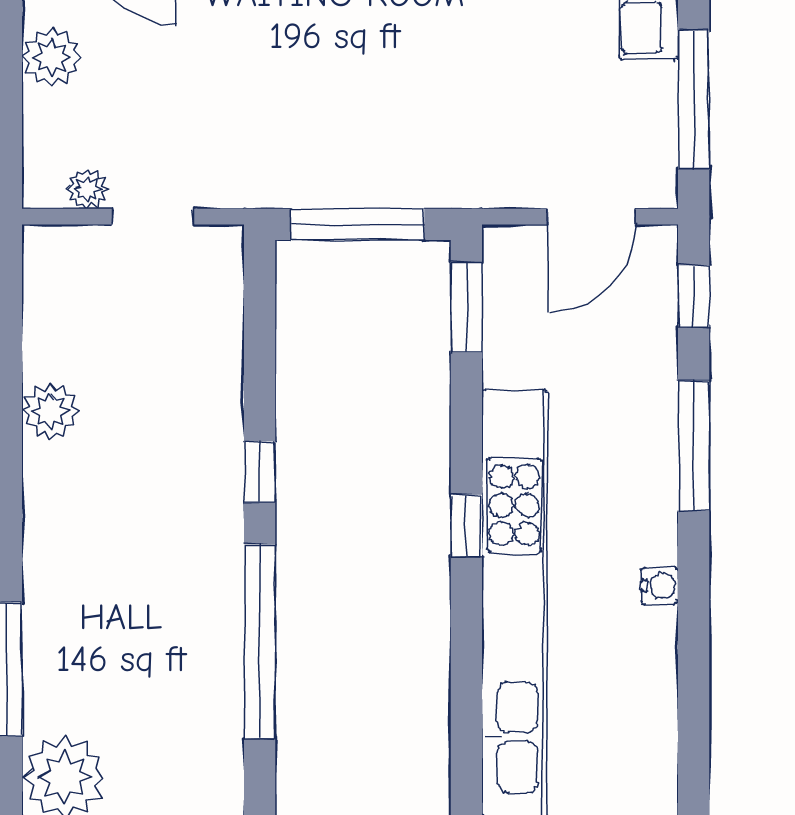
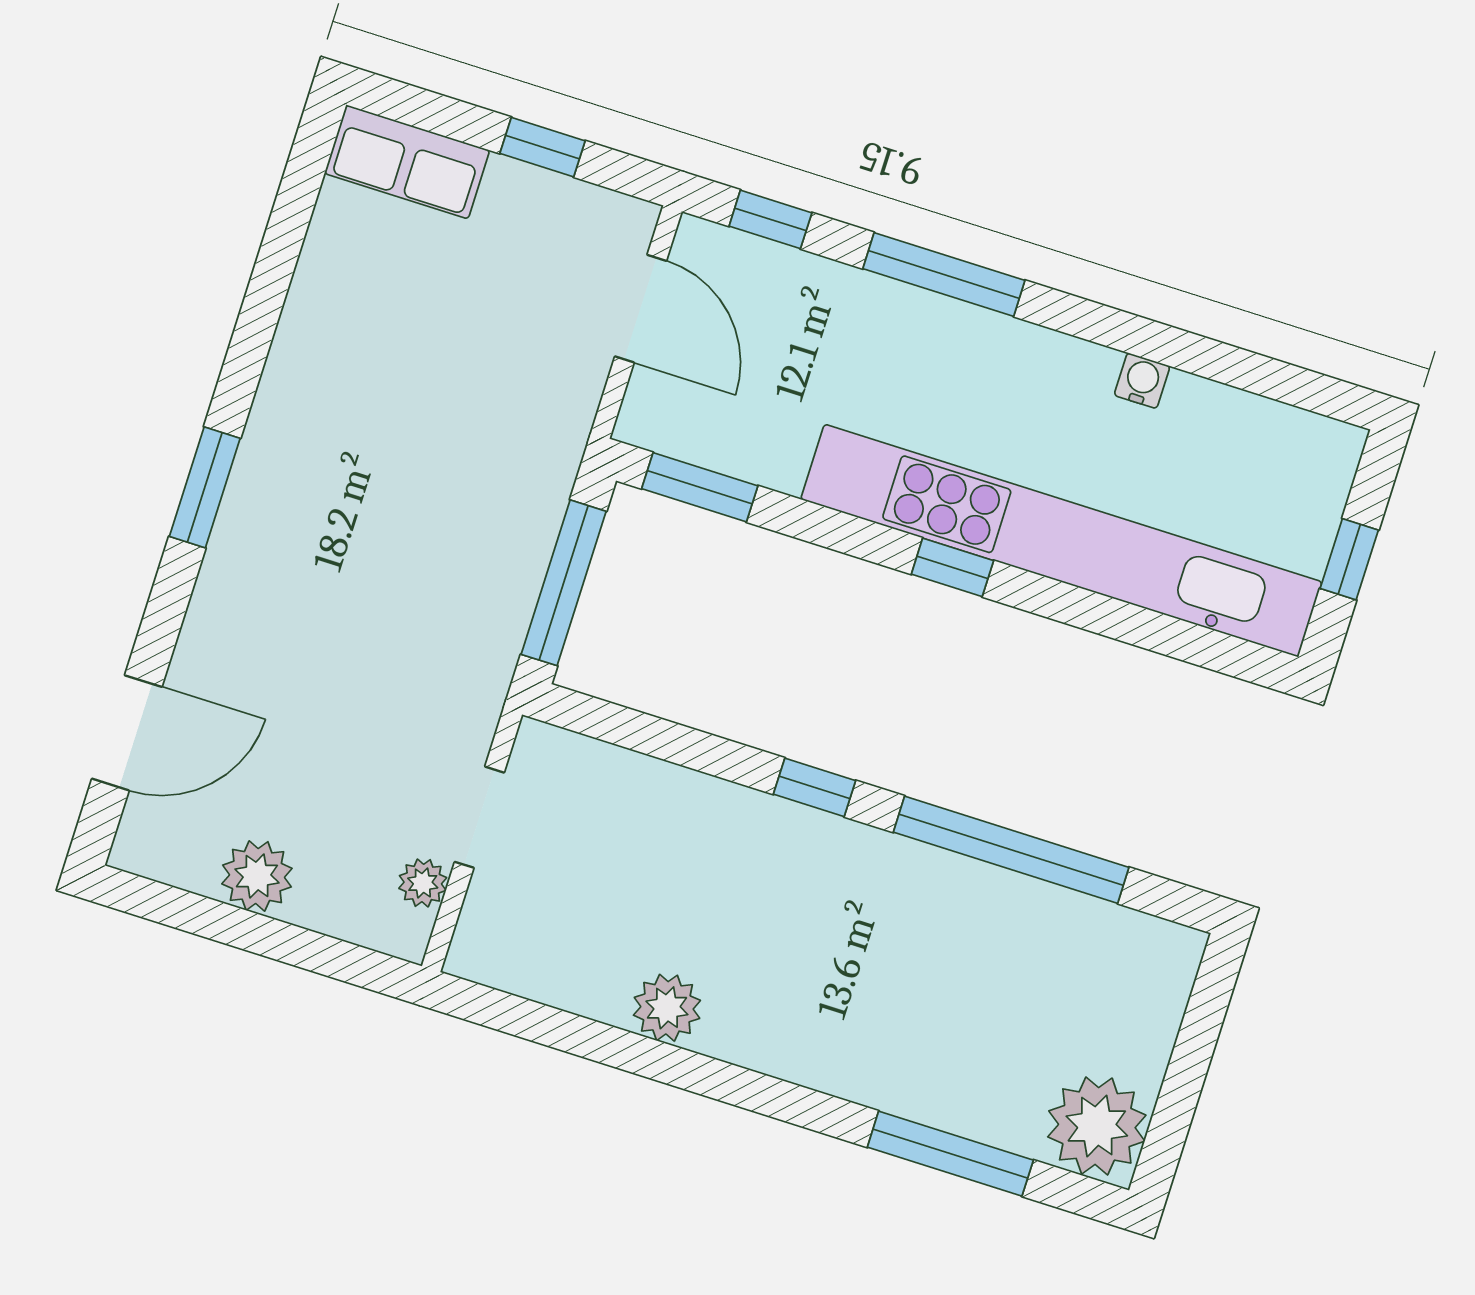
window: (694, 100) -> (542, 147), width x0.46
water cooler: (660, 586) -> (1142, 381), moved

